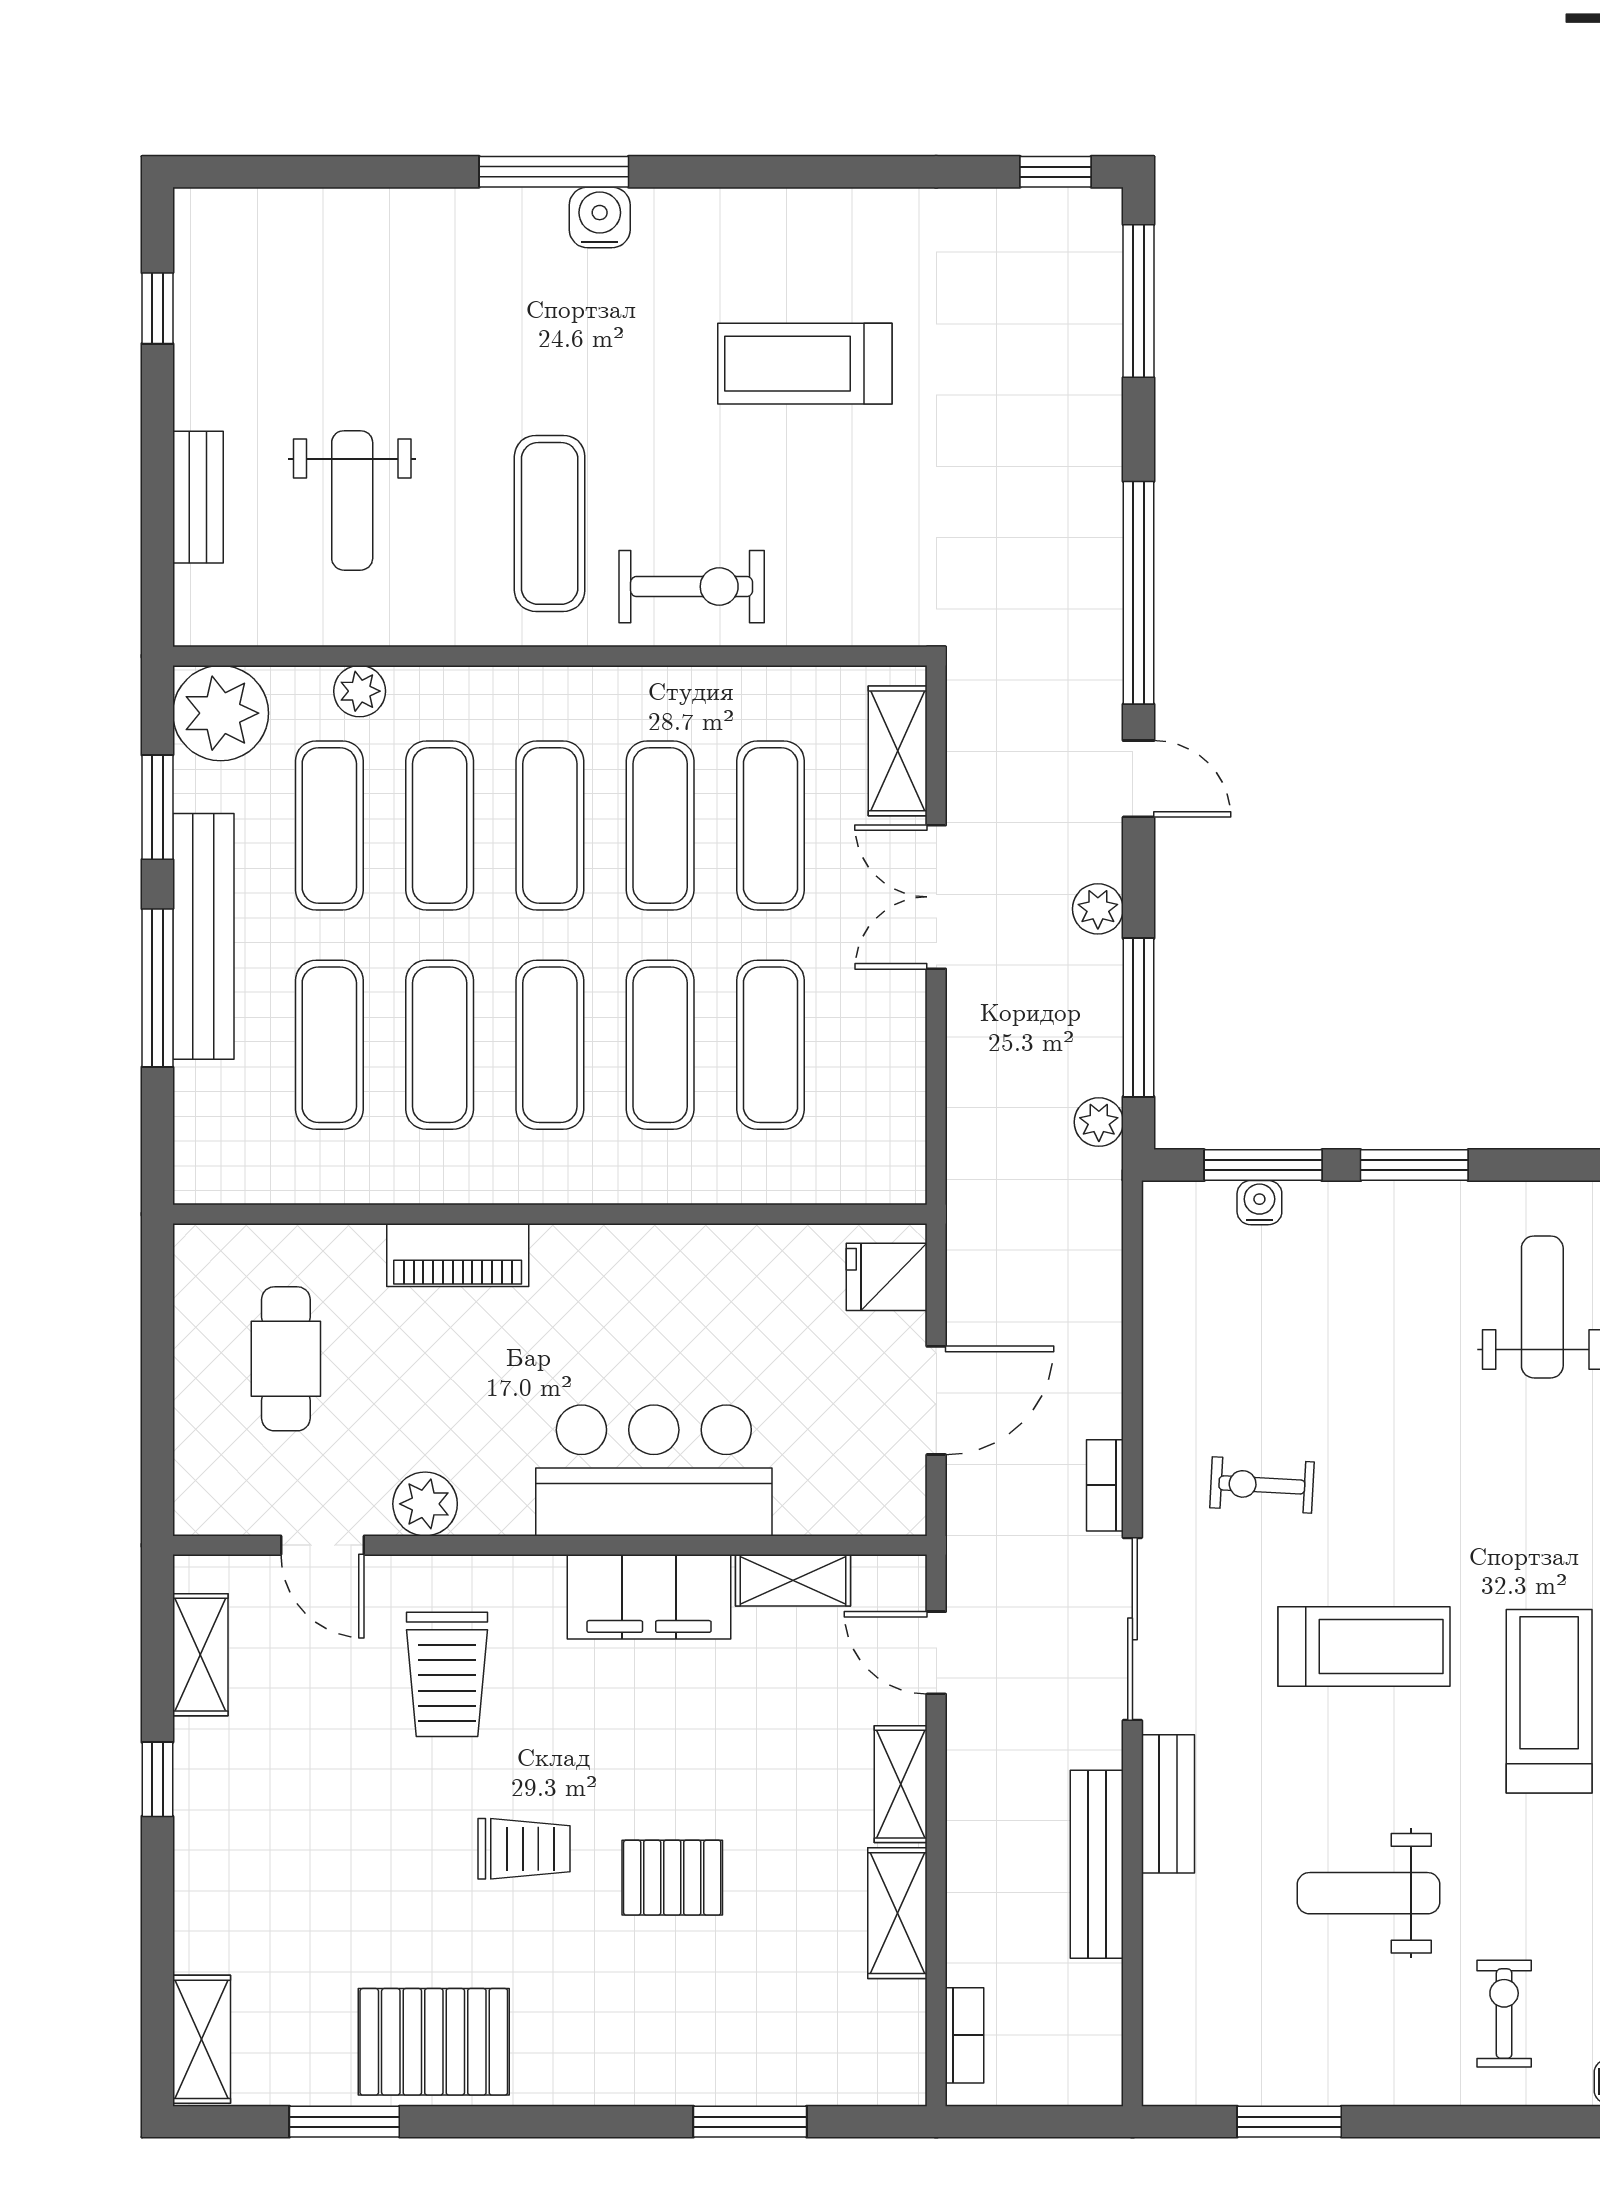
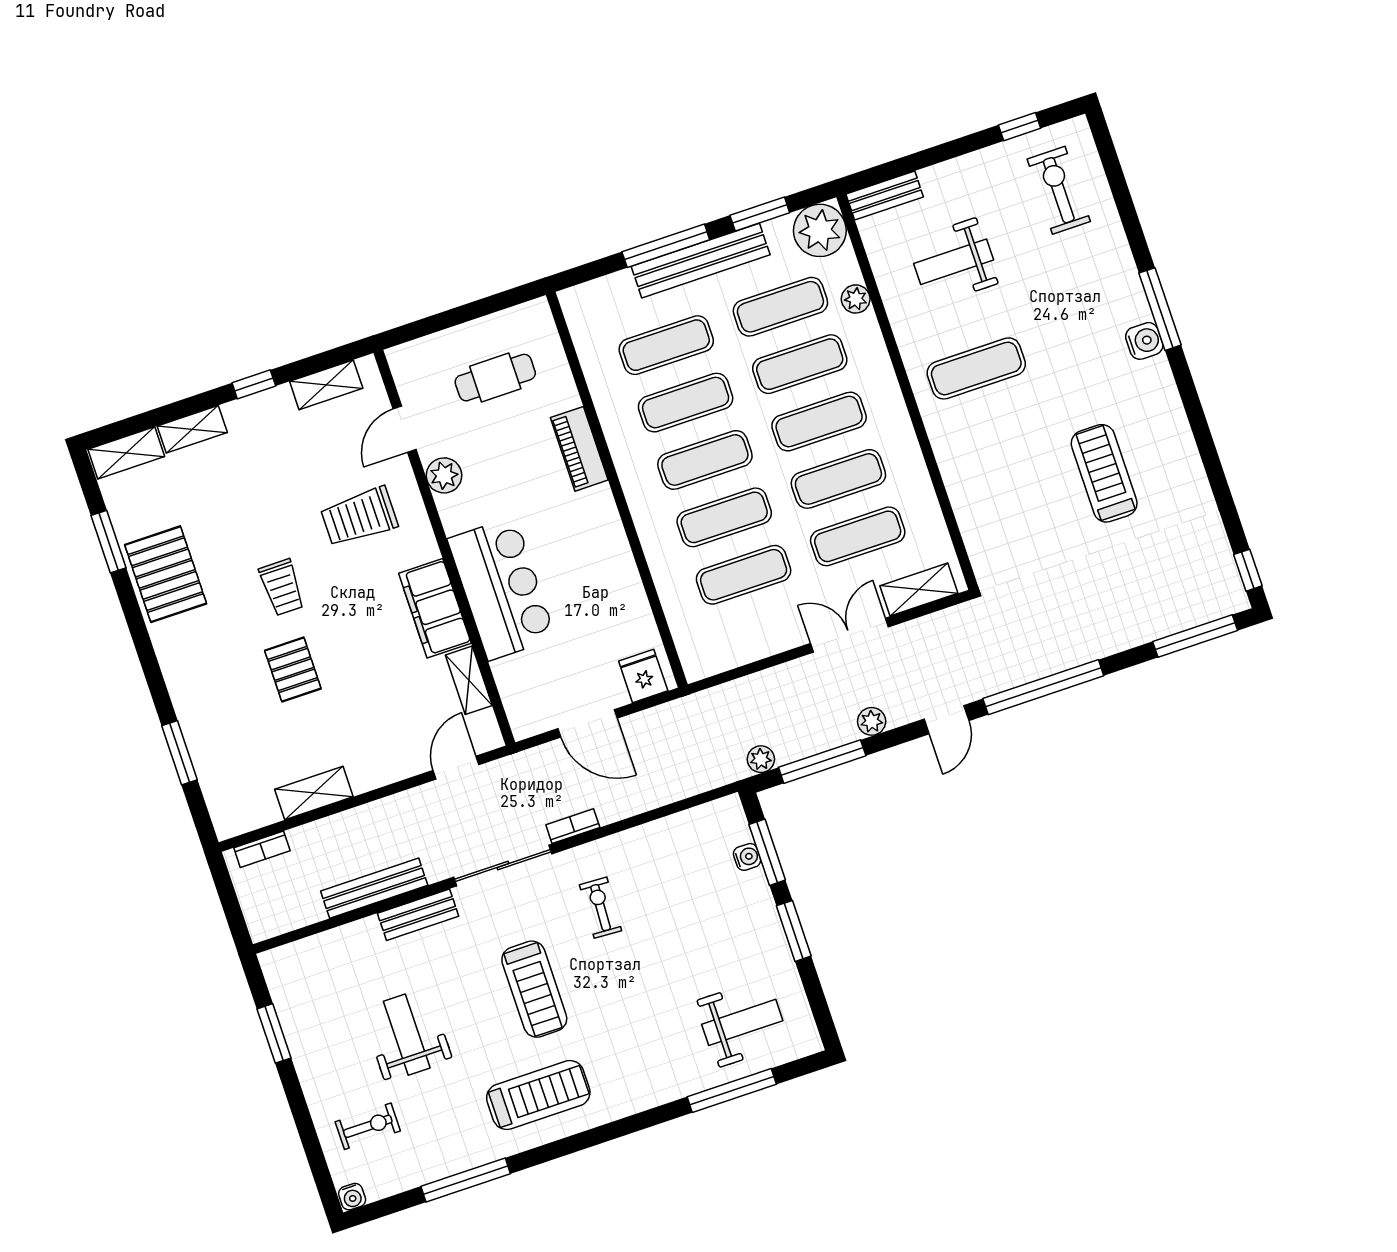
bench: (198, 497) -> (885, 196), moved
exercise bike: (692, 587) -> (1059, 190), moved, turned 180
shelving: (901, 1784) -> (192, 429), moved

